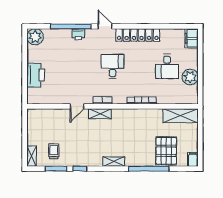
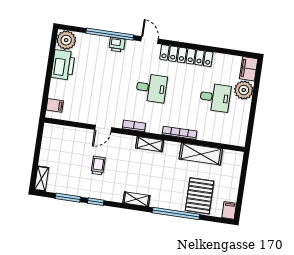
desk: (112, 66) -> (151, 88), turned 90
desk: (167, 66) -> (215, 97), turned -90
printer: (36, 75) -> (63, 65), moved
plant: (190, 77) -> (244, 90), moved
filing cabinet: (34, 93) -> (55, 105), added
shelving: (100, 114) -> (150, 144), moved
shelving: (181, 116) -> (201, 154), moved
trolley: (54, 151) -> (98, 165), moved

